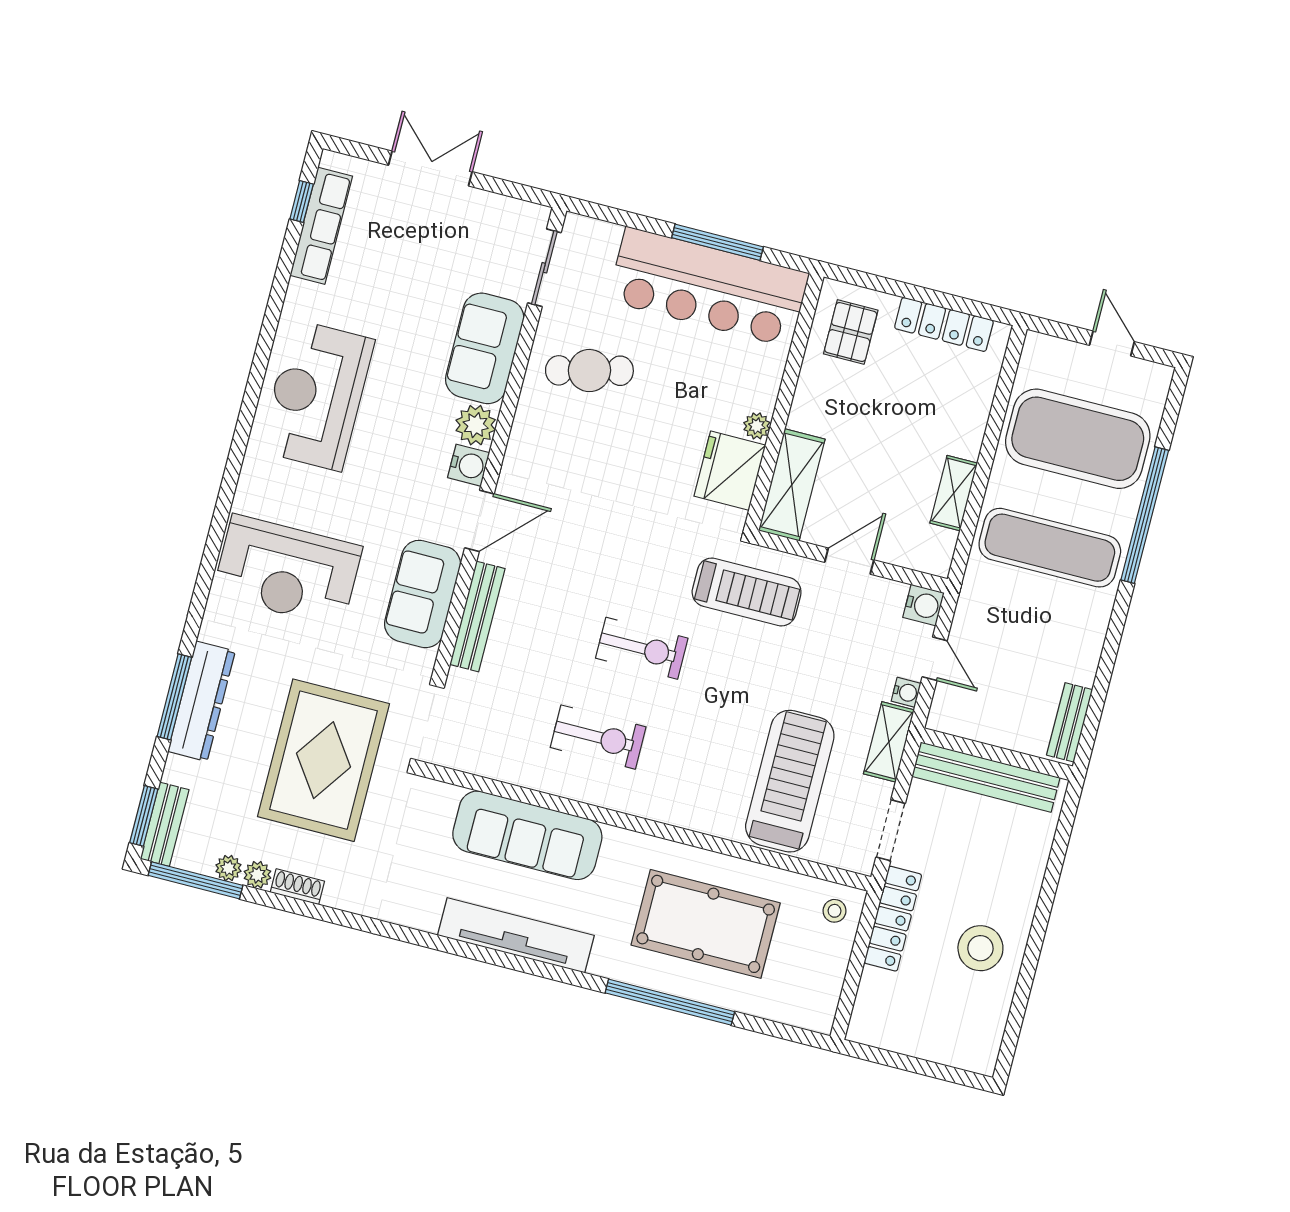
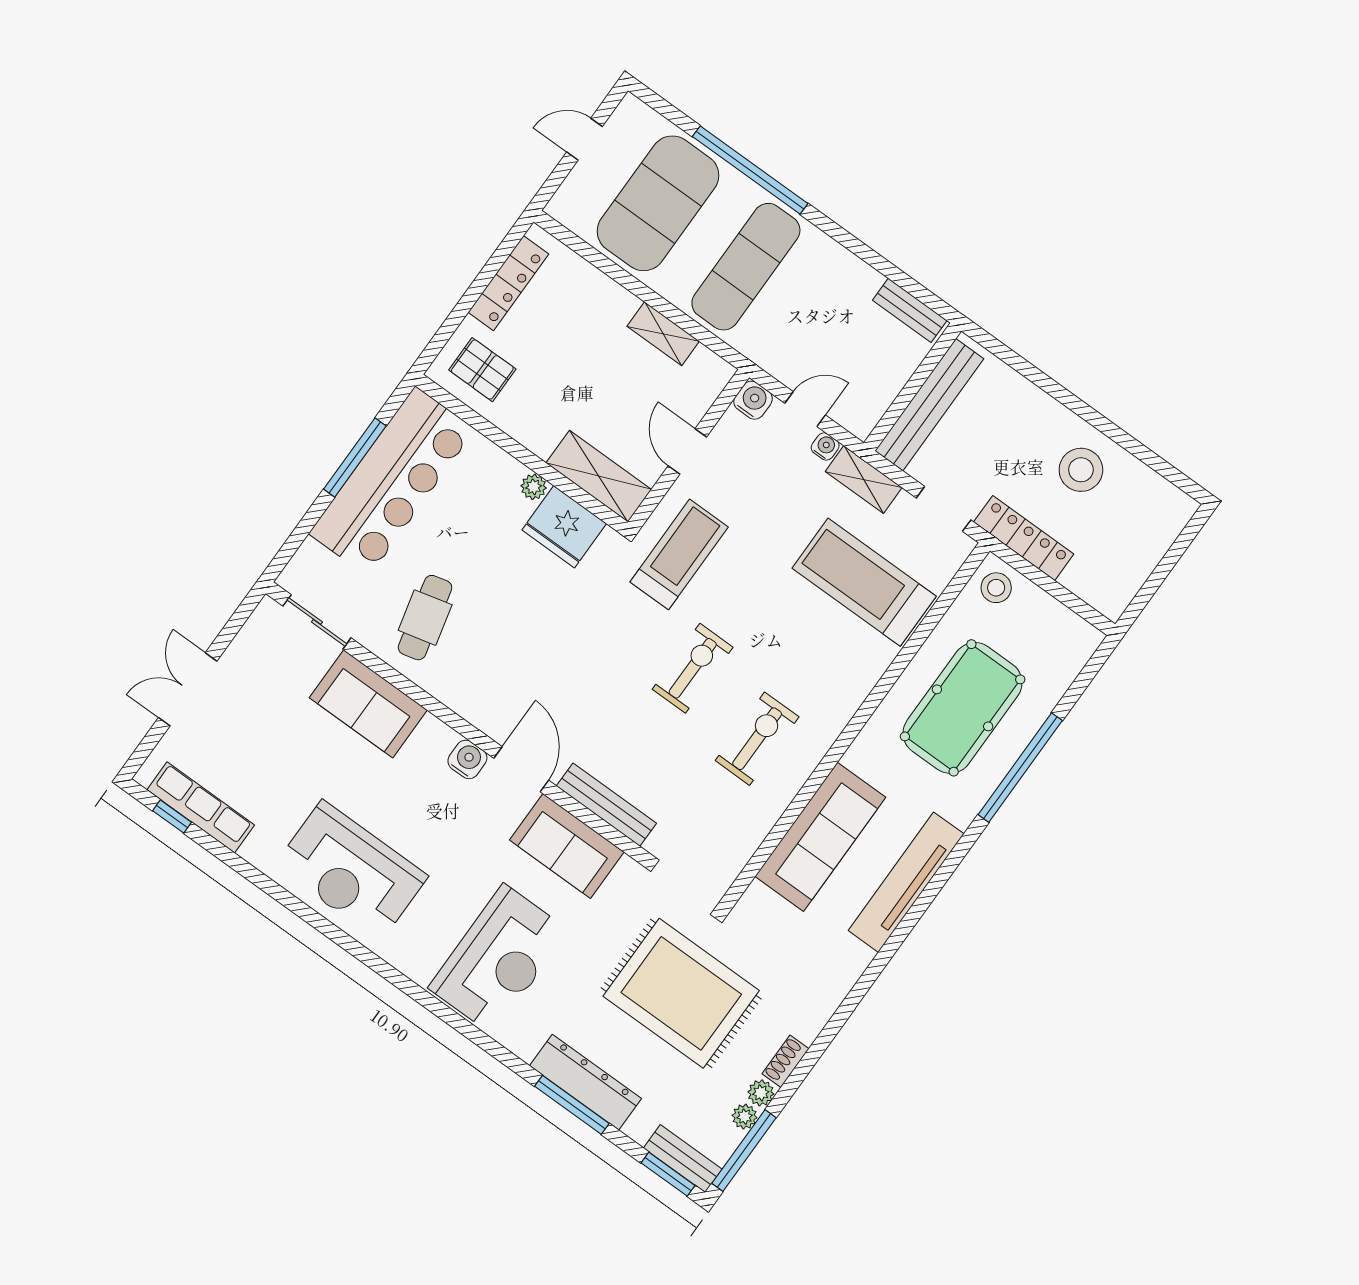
plant: (476, 425) -> (434, 739), removed
stool: (834, 911) -> (996, 588), width x1.37, depth x1.37

